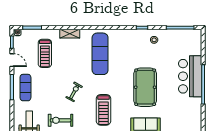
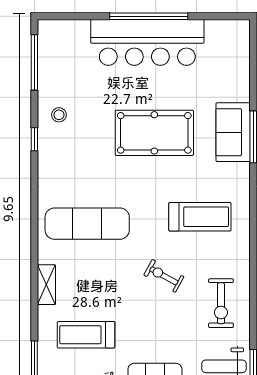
treadmill: (45, 53) -> (86, 335), turned 180
bar counter: (190, 76) -> (147, 42), width x1.36

